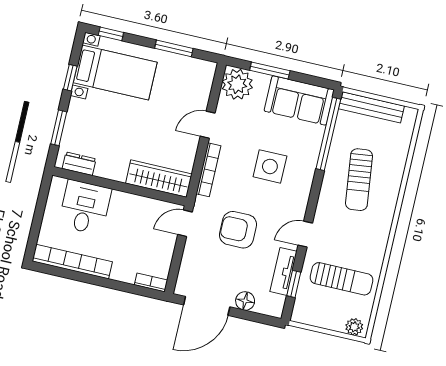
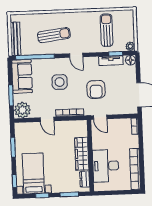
wardrobe: (159, 179) -> (82, 154), moved
desk: (85, 207) -> (106, 166), width x1.37
door: (305, 234) -> (76, 55), moved
floor lamp: (245, 301) -> (130, 60), moved
plant: (354, 327) -> (130, 46), moved

